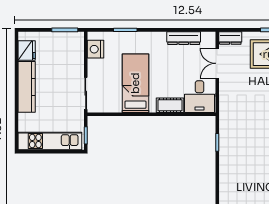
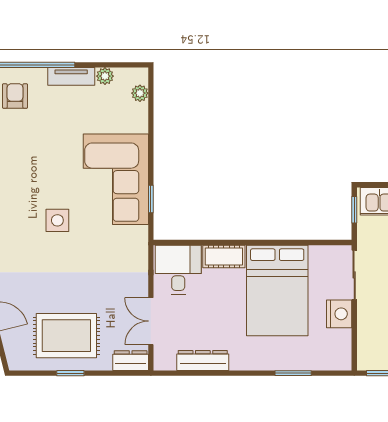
nightstand: (95, 49) -> (339, 314), moved
double door: (217, 63) -> (151, 321), swing flipped
bed: (135, 83) -> (277, 291), width x1.50
corner sofa: (240, 155) -> (116, 179), added

